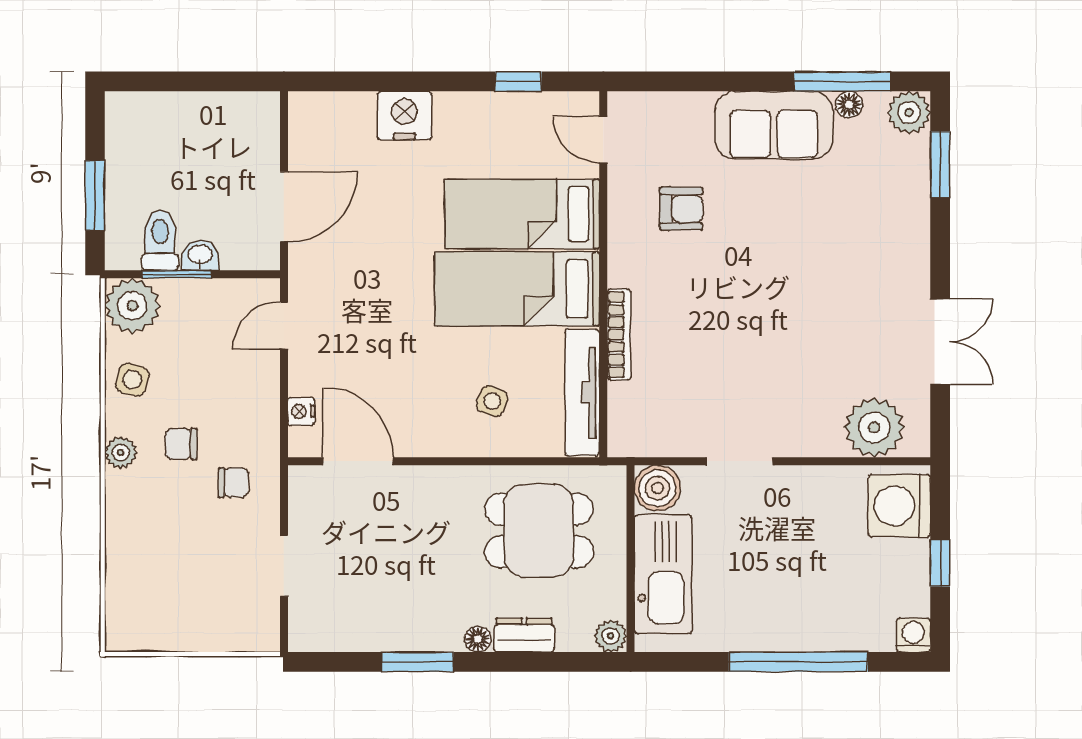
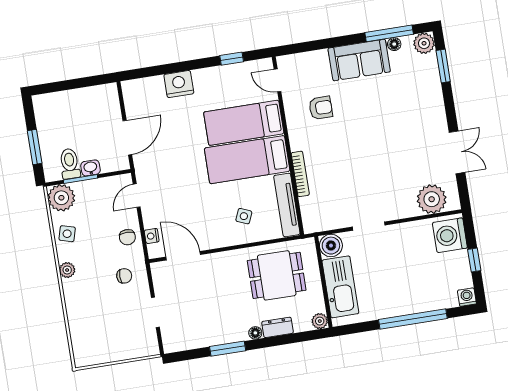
chair: (181, 444) -> (127, 237), moved, turned -90

